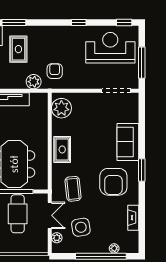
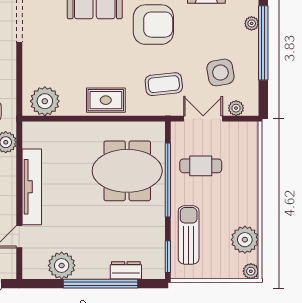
cafe table: (18, 214) -> (201, 166), width x0.73, depth x0.74

